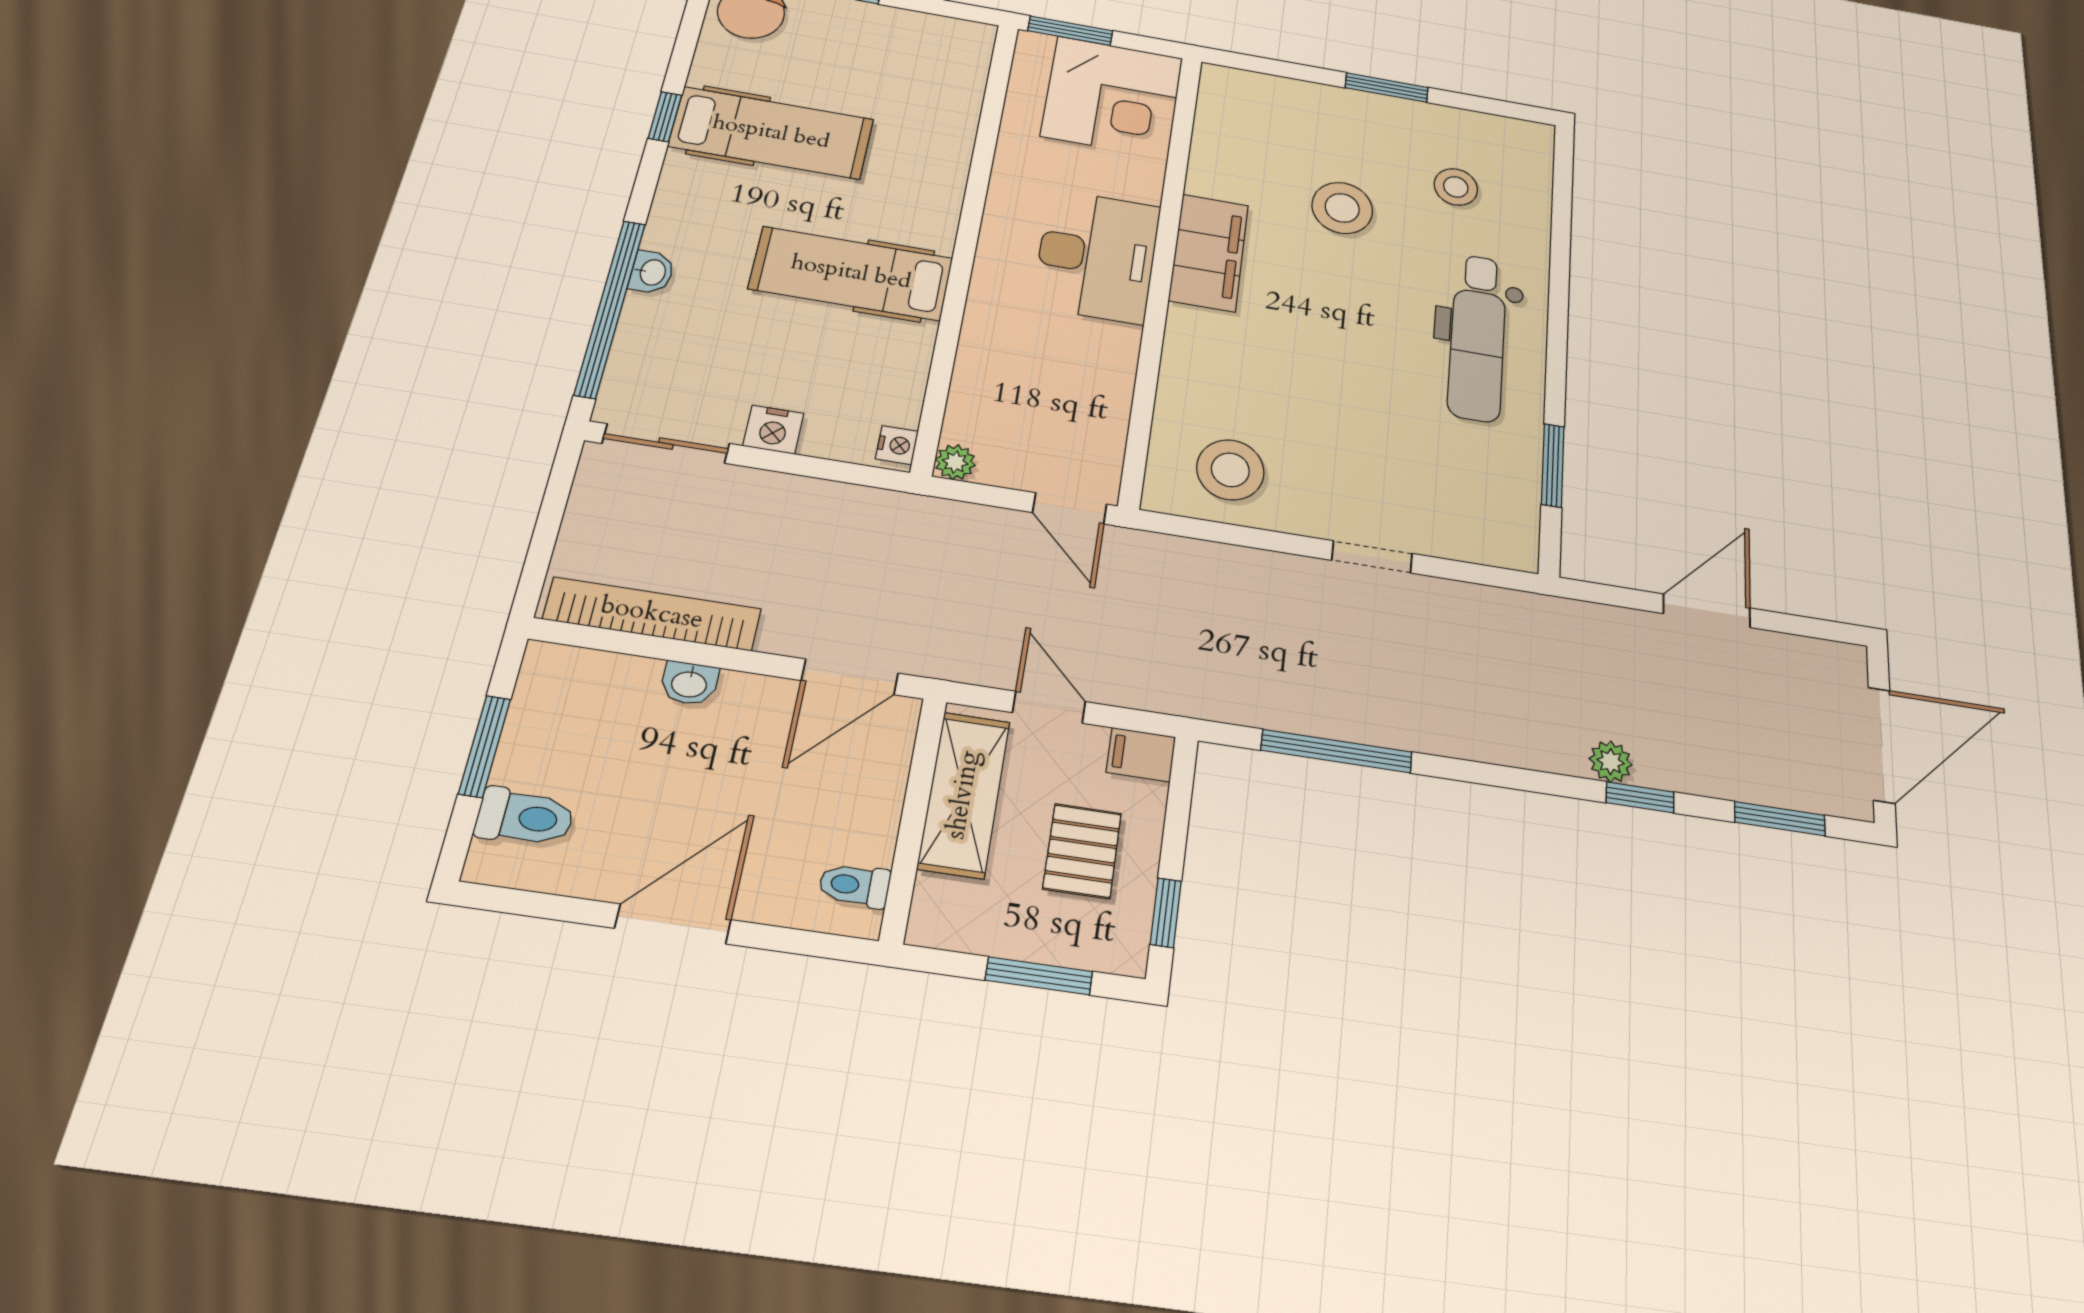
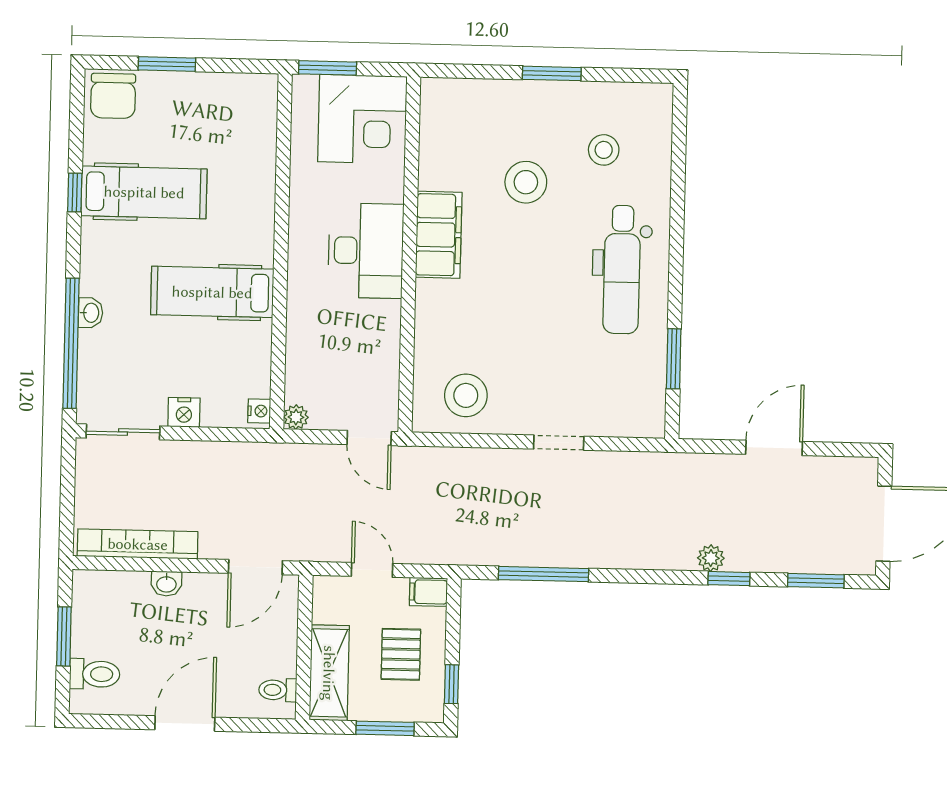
shelving: (964, 795) -> (329, 673), moved

